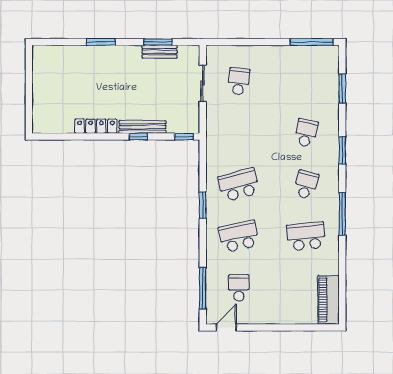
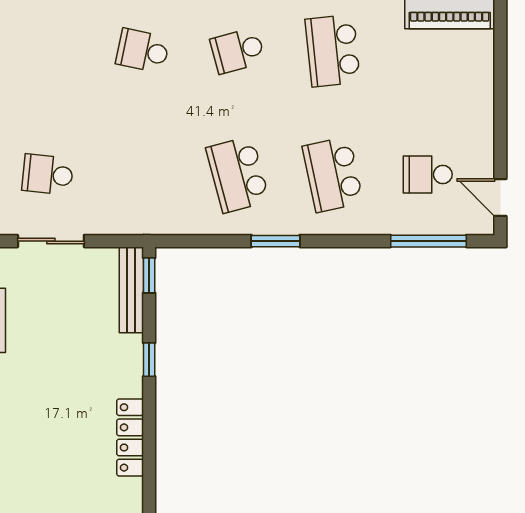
bench: (142, 127) -> (131, 290), moved
school desk: (306, 185) -> (238, 51), turned -30

